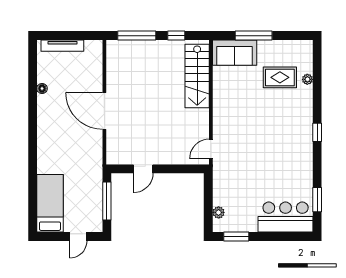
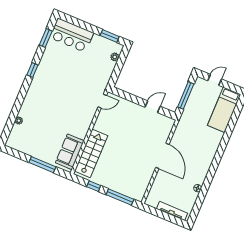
sofa: (235, 53) -> (70, 152), moved, turned -90
rug: (280, 77) -> (37, 130), removed
window: (317, 132) -> (32, 70), moved

